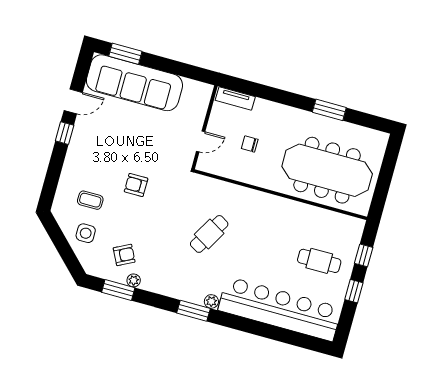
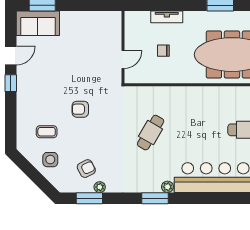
sofa: (134, 83) -> (38, 23), width x0.54, depth x0.79
tv unit: (235, 98) -> (167, 17), moved

